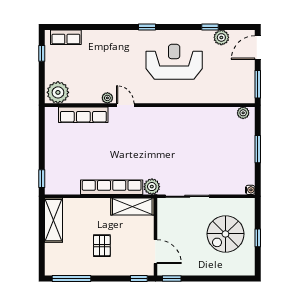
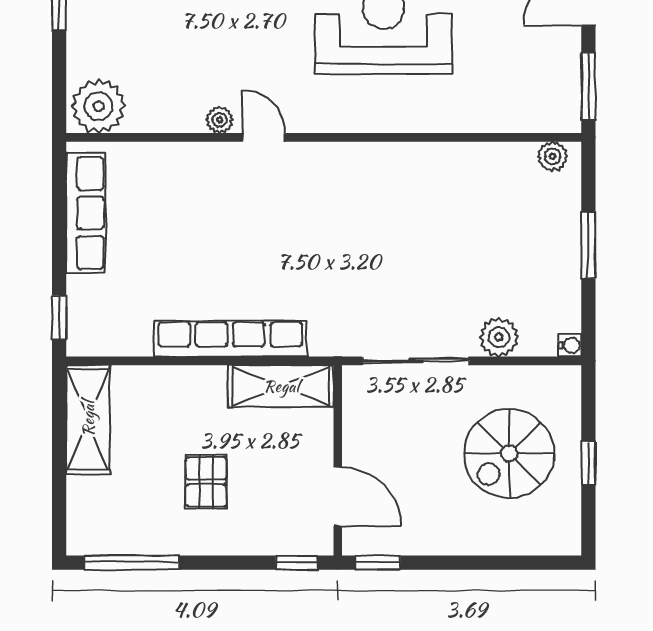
row of seats: (83, 115) -> (86, 213), moved, turned -90
plant: (152, 187) -> (499, 337), moved

